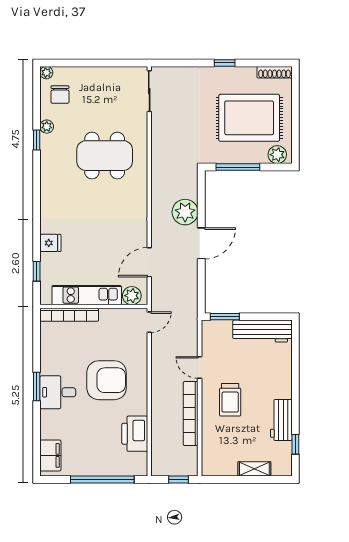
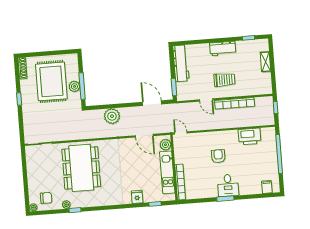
plant: (277, 155) -> (74, 86), moved
dining table: (105, 156) -> (81, 168), width x1.36, depth x1.24
door: (201, 243) -> (152, 103), moved
door: (200, 367) -> (206, 100), hinge flipped
armchair: (107, 380) -> (218, 156), width x0.53, depth x0.53
workbench: (281, 420) -> (223, 49), moved
filing cabinet: (50, 455) -> (267, 187), width x0.50

